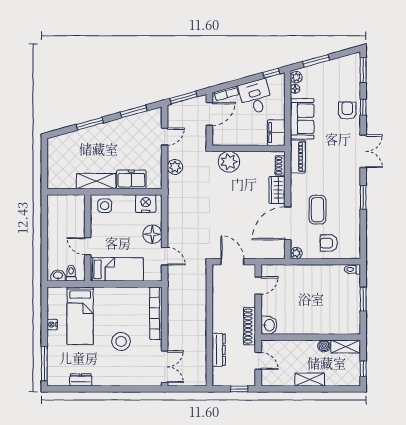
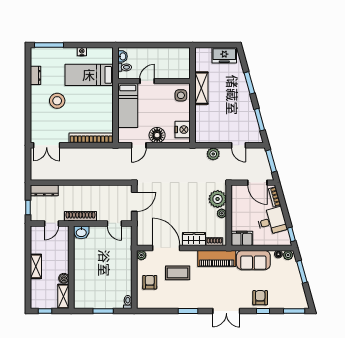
armchair: (347, 111) -> (260, 298), turned -90
plant: (246, 157) -> (222, 213), added
piano: (298, 157) -> (217, 258), width x1.37, depth x1.33
freezer: (131, 179) -> (224, 55), moved, turned 90
stool: (121, 341) -> (57, 101), moved
dresser: (219, 350) -> (44, 190), moved

